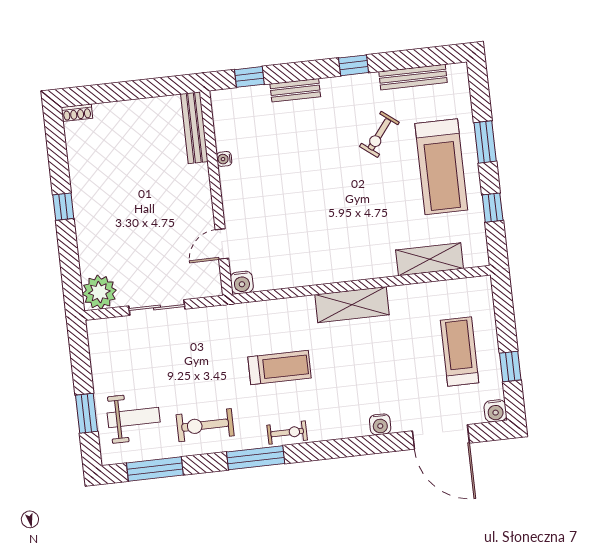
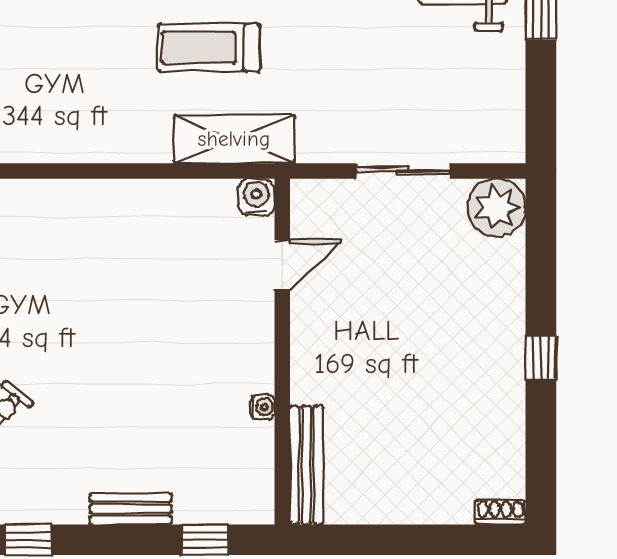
shelving: (352, 305) -> (234, 139), moved

